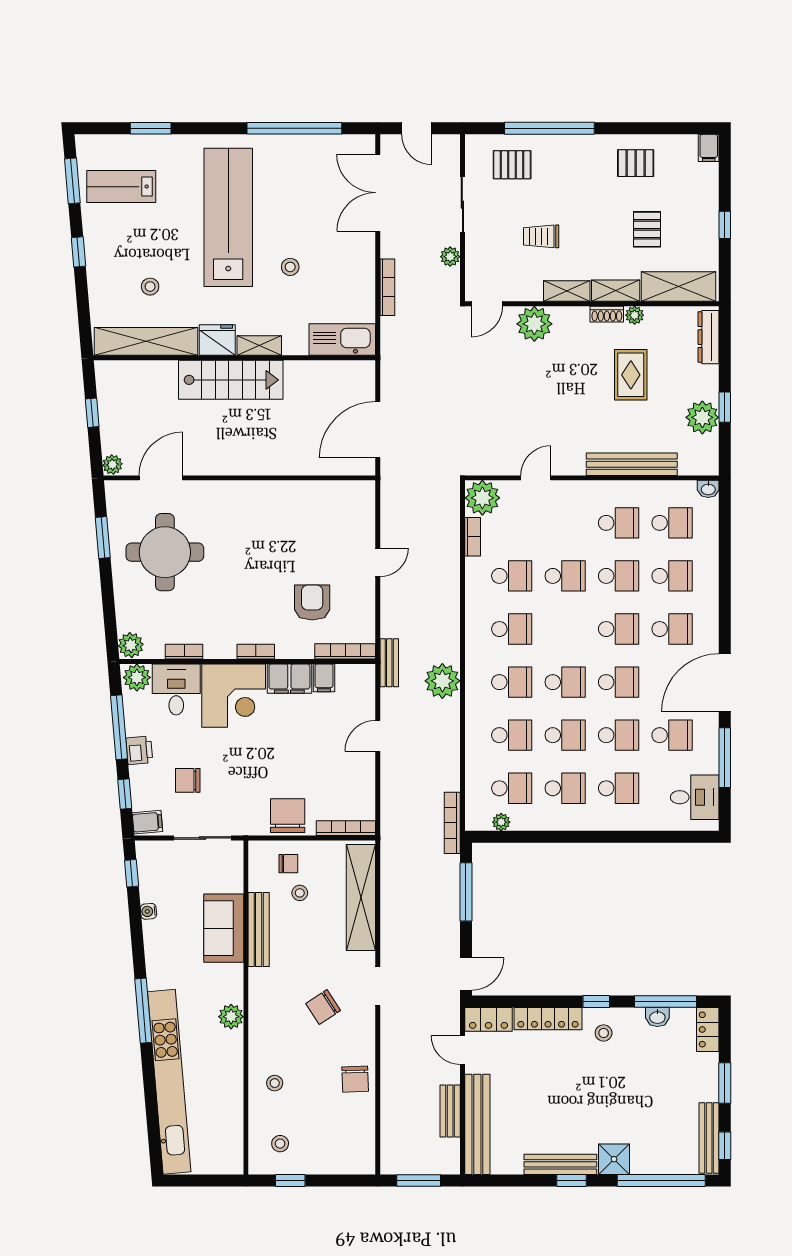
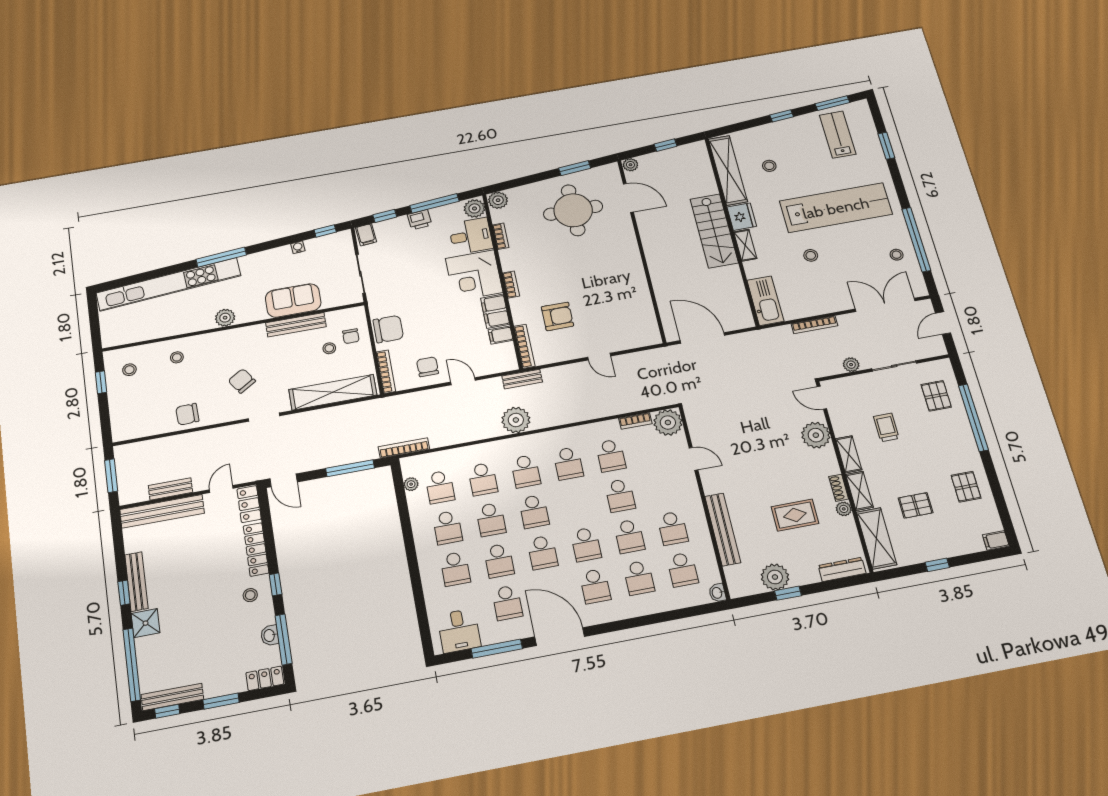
stool: (311, 159) -> (897, 255), added
chair: (188, 780) -> (428, 367), moved

